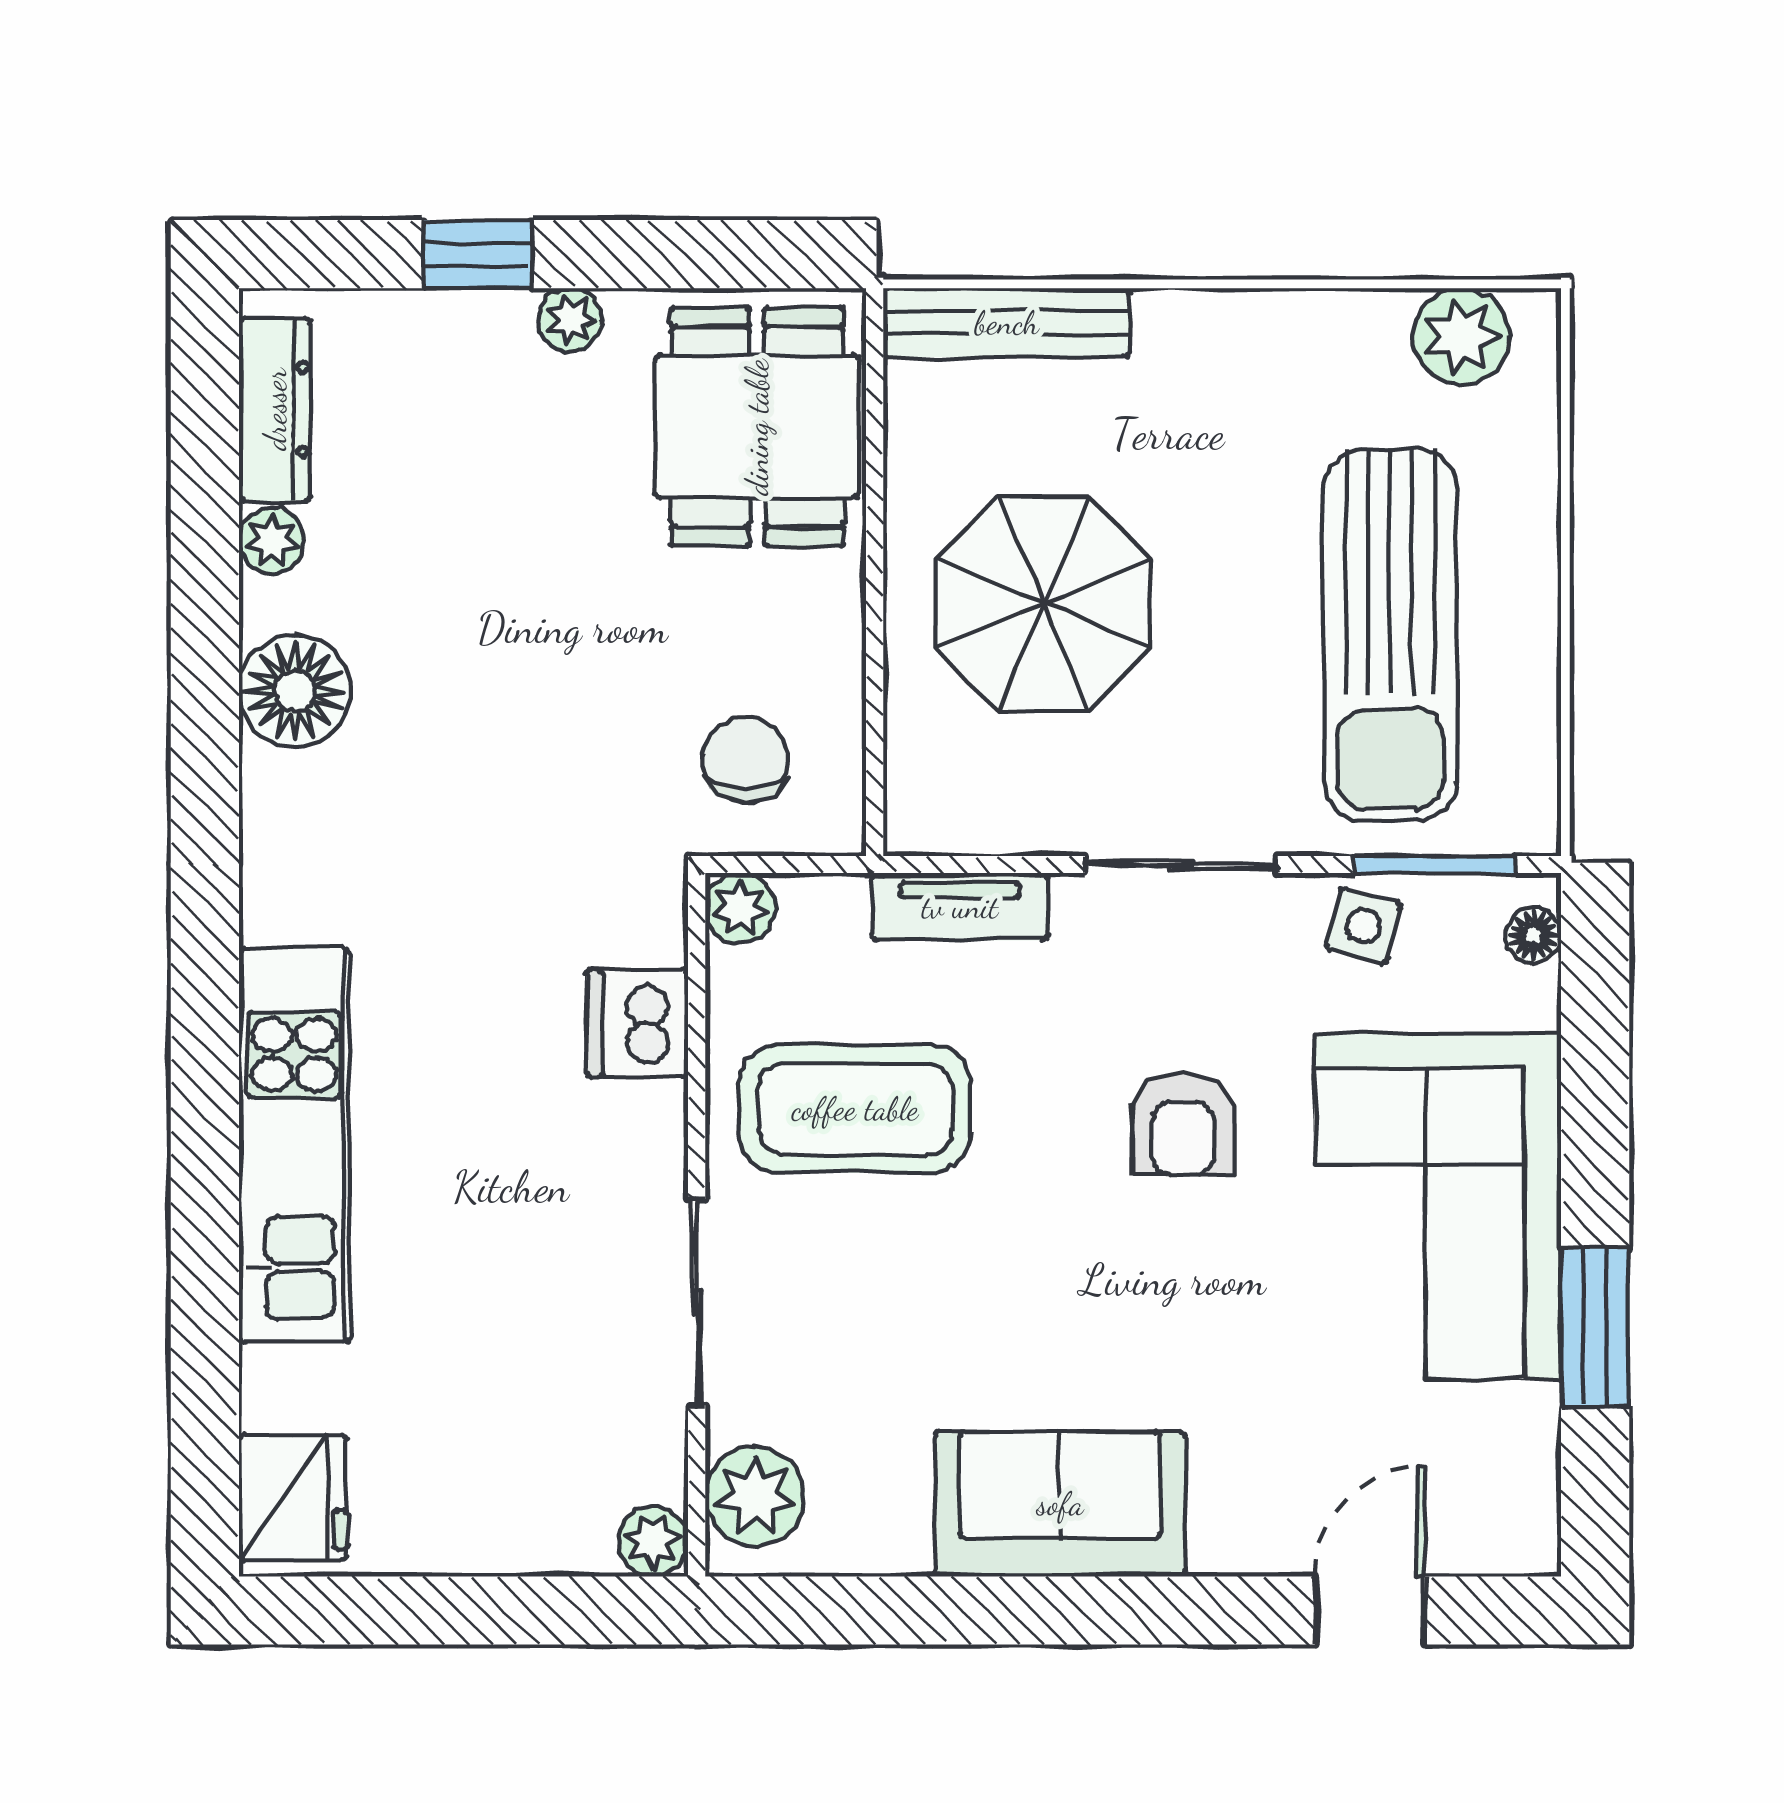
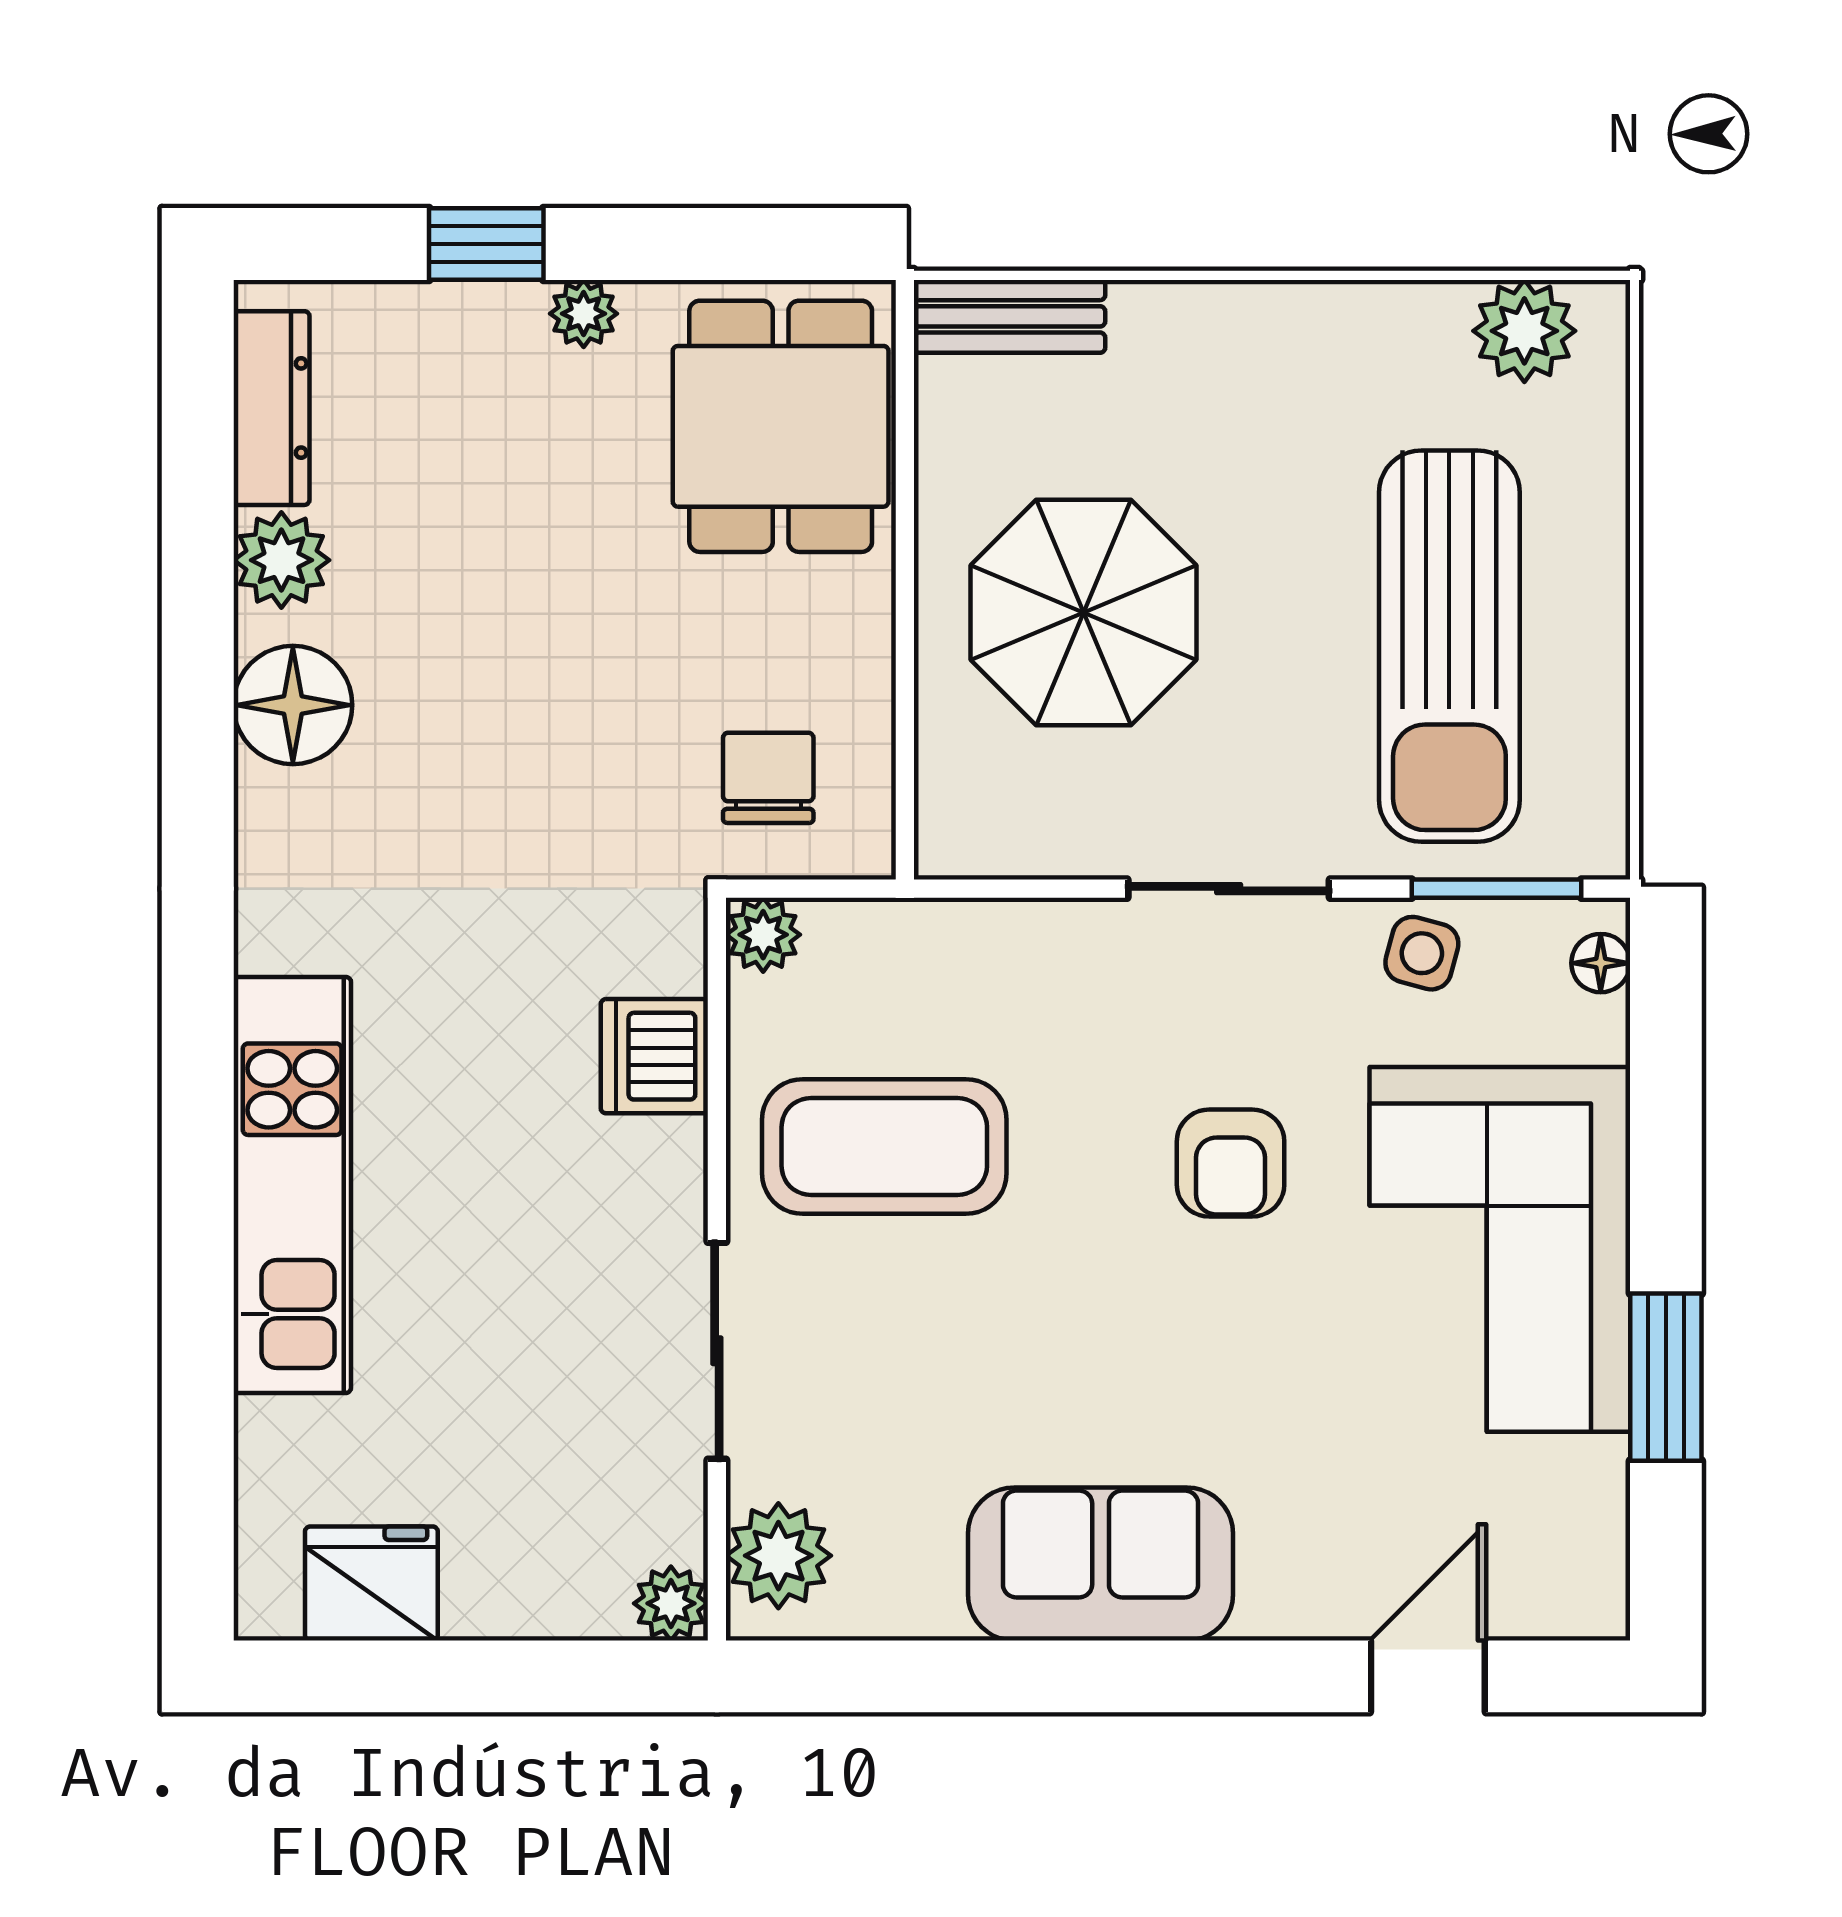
bench: (1007, 323) -> (1009, 316), width x0.73
plant: (272, 541) -> (281, 560), width x1.38, depth x1.38
tv unit: (960, 907) -> (995, 933), removed
fridge: (293, 1497) -> (371, 1583), moved, turned -90

